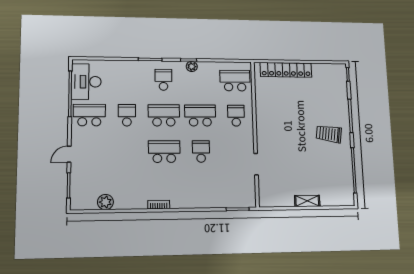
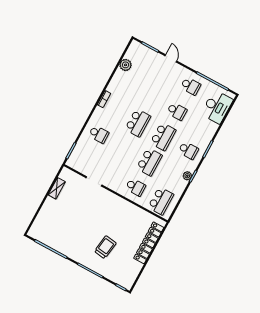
desk: (86, 82) -> (217, 107), moved, turned 90
school desk: (89, 115) -> (191, 86), width x0.54
trolley: (329, 134) -> (105, 247), moved
school desk: (201, 151) -> (99, 134), moved
shelving: (307, 201) -> (57, 188), moved

